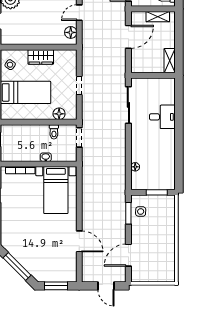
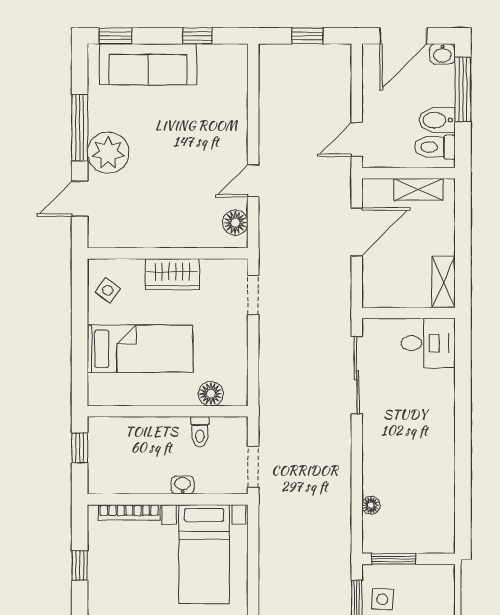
doorway: (79, 85) -> (253, 295), moved
desk: (162, 117) -> (428, 343), moved
doorway: (79, 137) -> (253, 467), moved
window: (157, 192) -> (394, 559), moved

